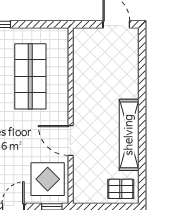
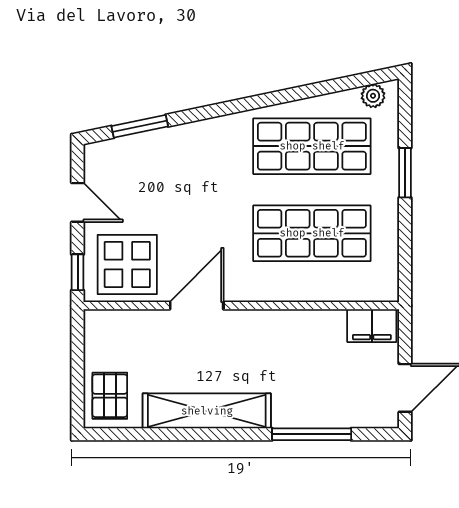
filing cabinet: (82, 43) -> (372, 326), added
window: (142, 76) -> (312, 434), added

